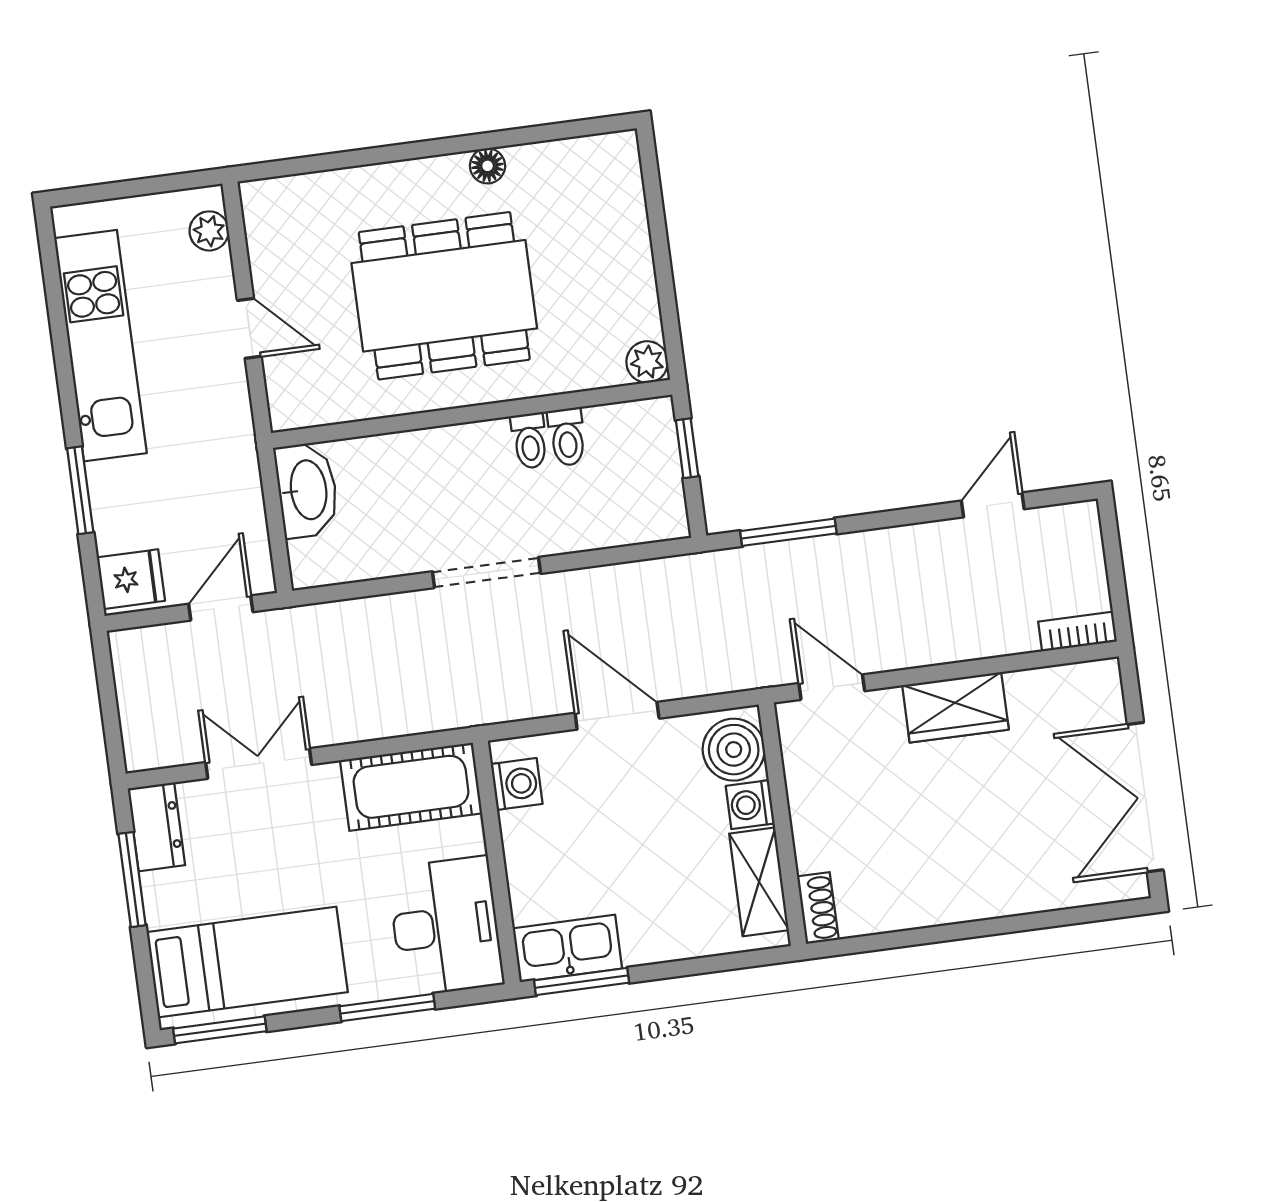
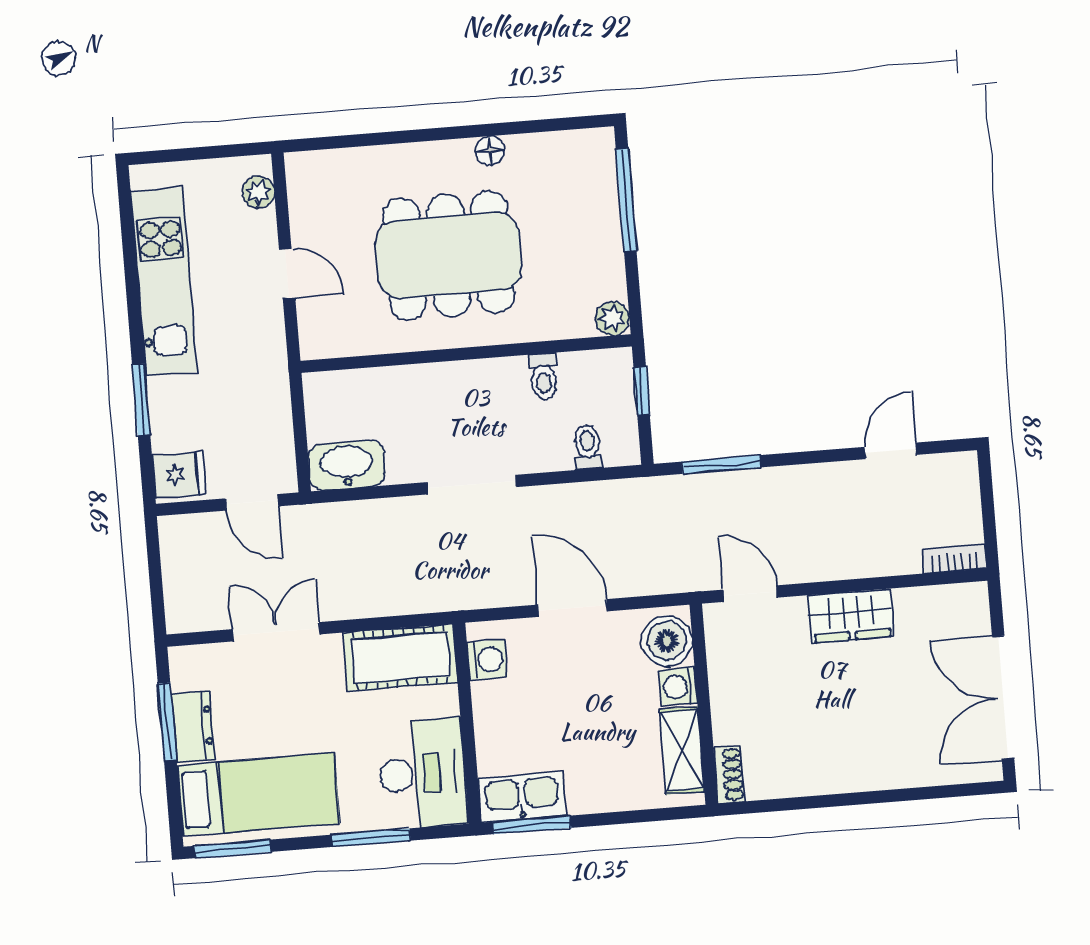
window: (656, 217) -> (626, 200), added
toilet: (530, 441) -> (587, 447), moved, turned 180
washbasin: (307, 490) -> (347, 465), moved, turned -90
door: (221, 608) -> (252, 502), swing flipped
dresser: (156, 827) -> (193, 726), moved

